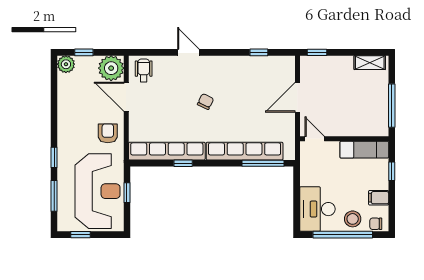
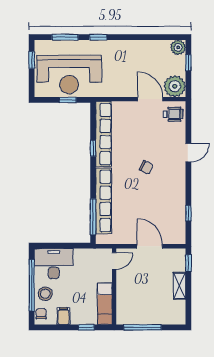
shelving: (370, 63) -> (180, 286), moved
door: (126, 97) -> (150, 99), hinge flipped
armchair: (108, 133) -> (119, 83), removed

